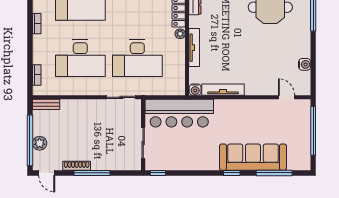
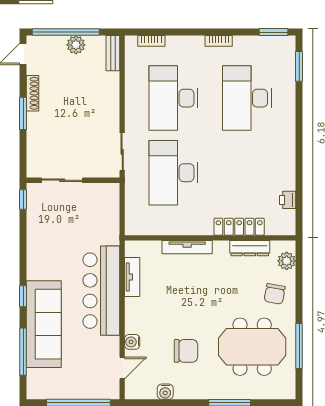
plant: (180, 34) -> (205, 229), removed
chair: (273, 49) -> (186, 351), added
water cooler: (195, 90) -> (132, 342), moved
tv unit: (223, 90) -> (132, 277), width x0.71
bar counter: (179, 113) -> (101, 291), moved
plant: (40, 143) -> (76, 45), moved
window: (92, 173) -> (23, 113), width x0.69

